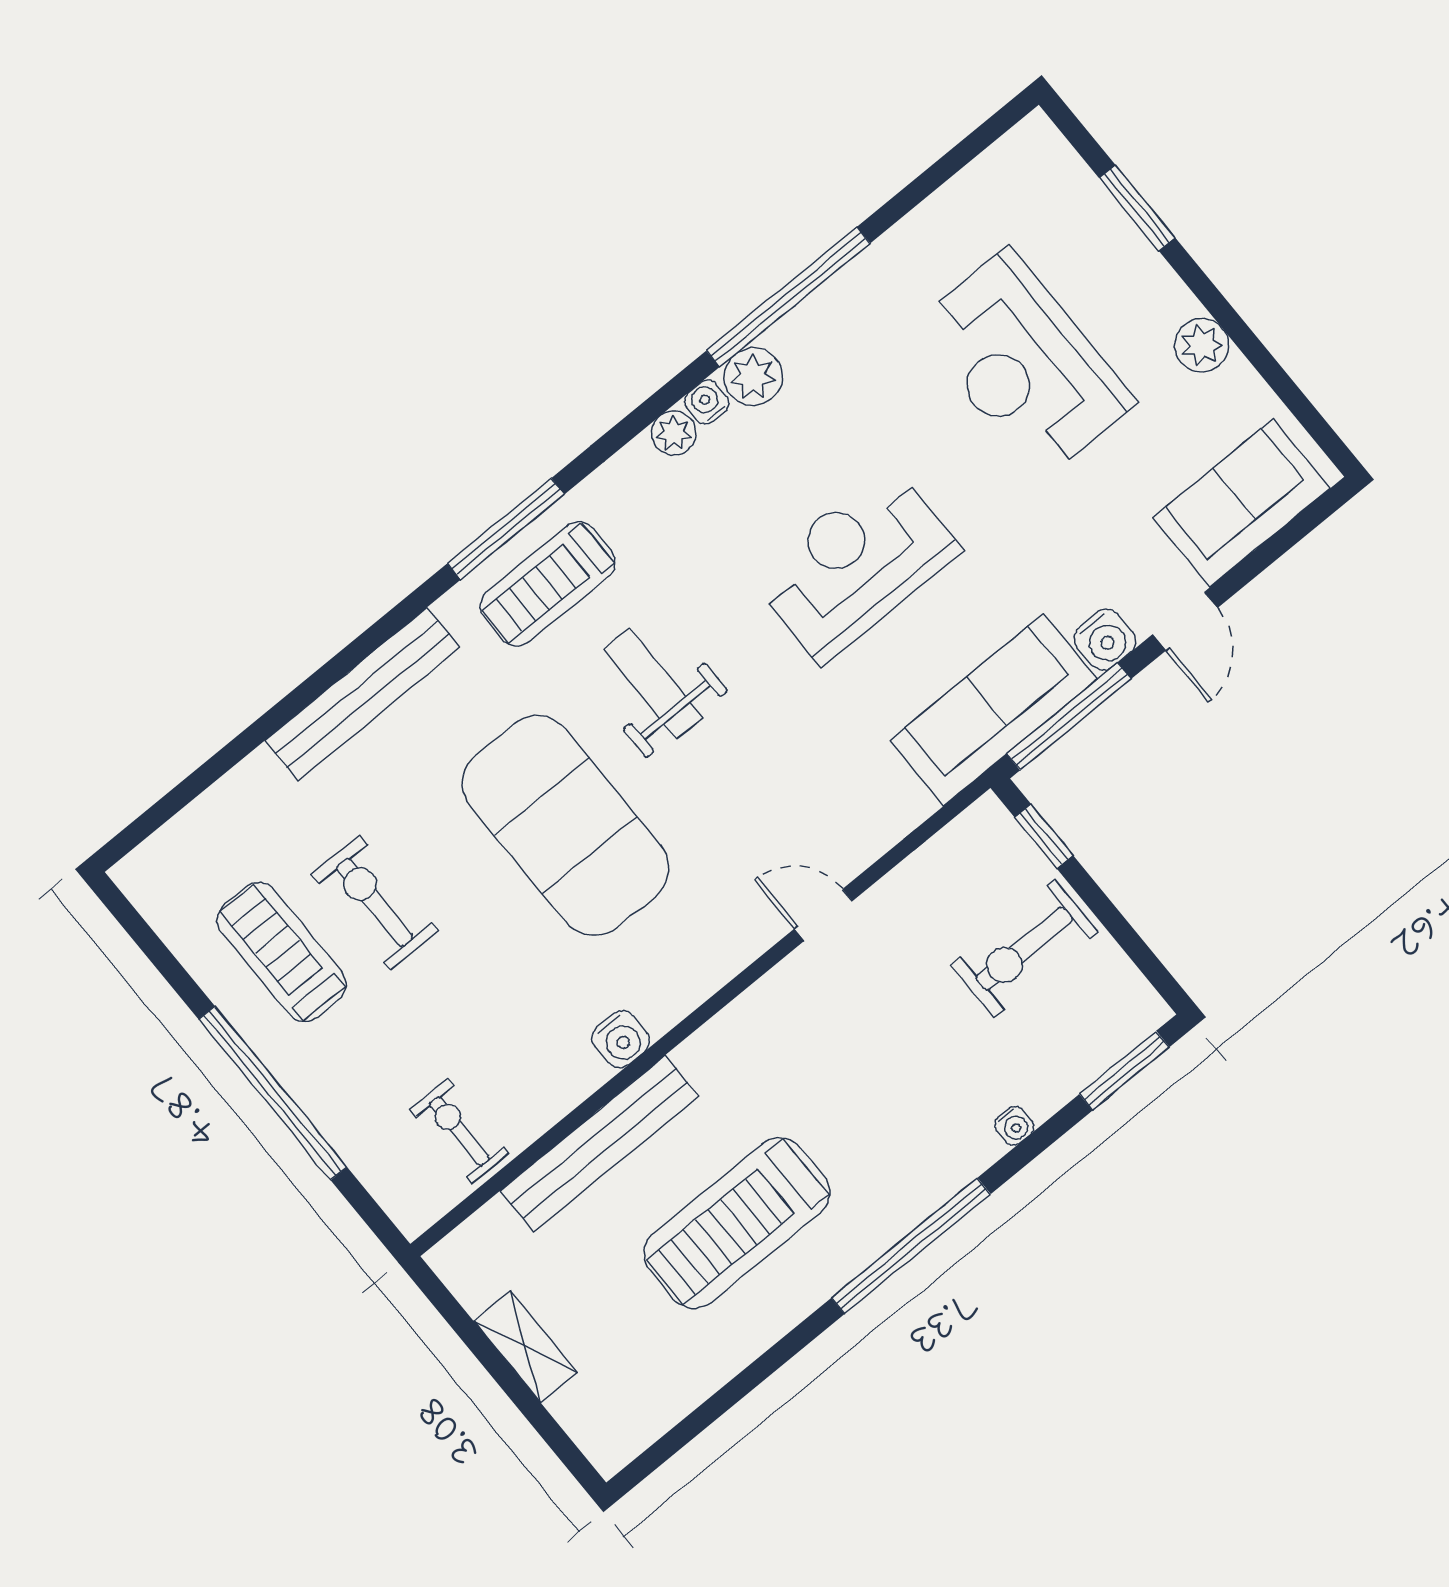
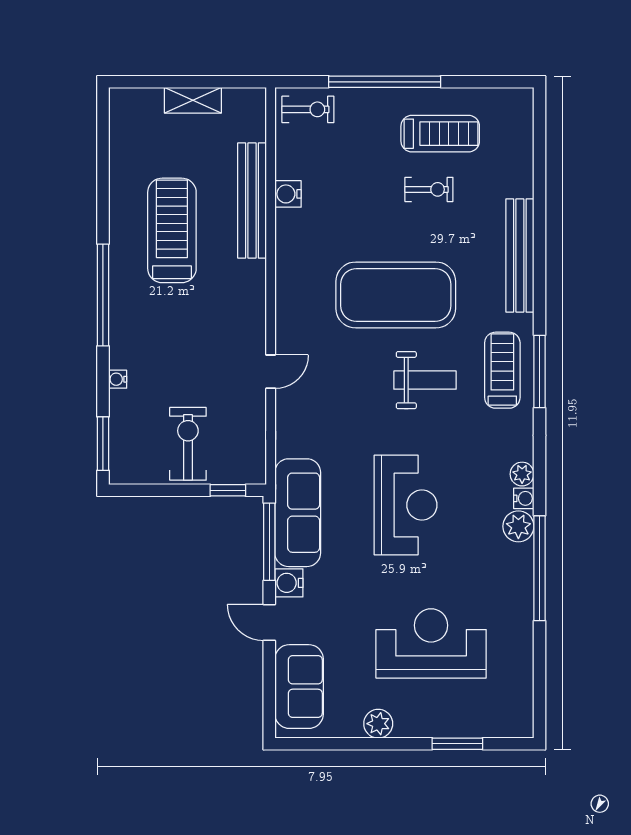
exercise bike: (375, 902) -> (429, 189), width x0.73, depth x0.72
water cooler: (621, 1039) -> (288, 194), moved
exercise bike: (459, 1131) -> (308, 109), moved

